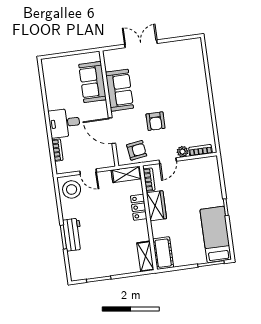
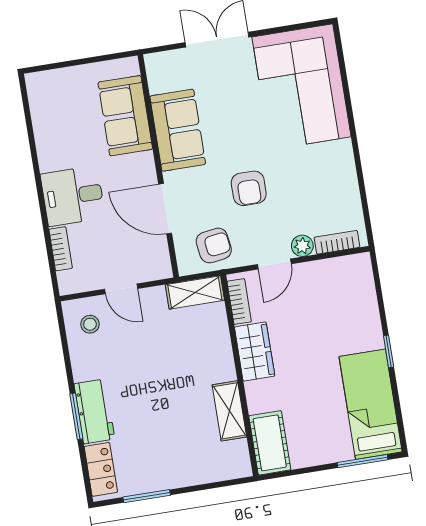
corner sofa: (184, 69) -> (301, 87), added
stool: (72, 189) -> (90, 324), width x0.53, depth x0.53
locker: (139, 207) -> (101, 469), moved, turned 180
shelving: (145, 256) -> (229, 411), moved

